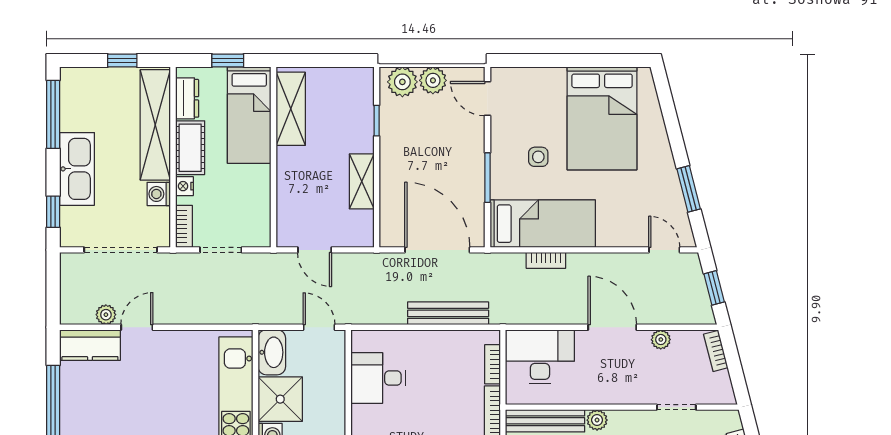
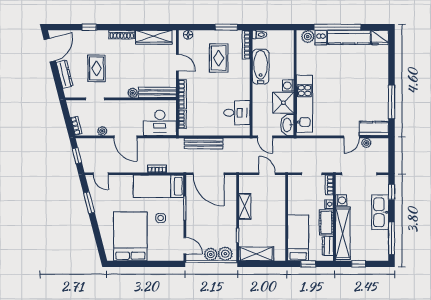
shelving: (291, 109) -> (256, 254), moved, turned 90

